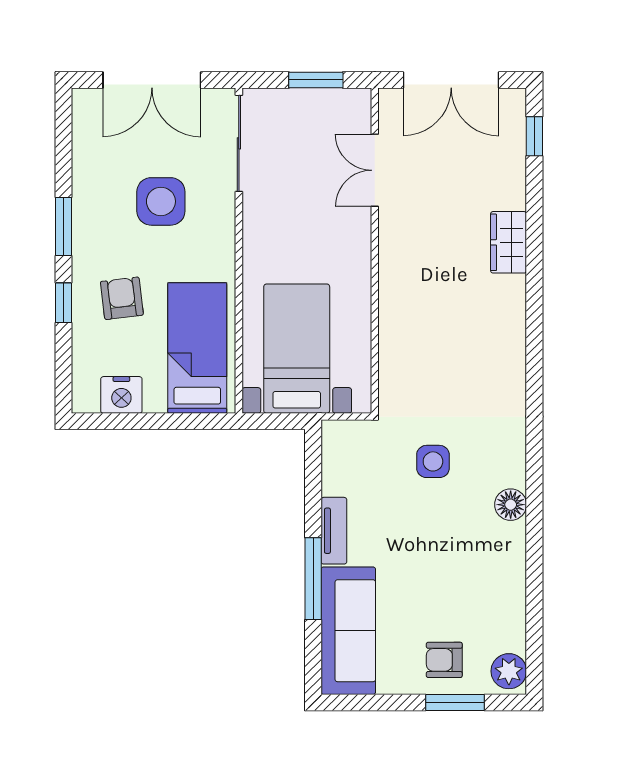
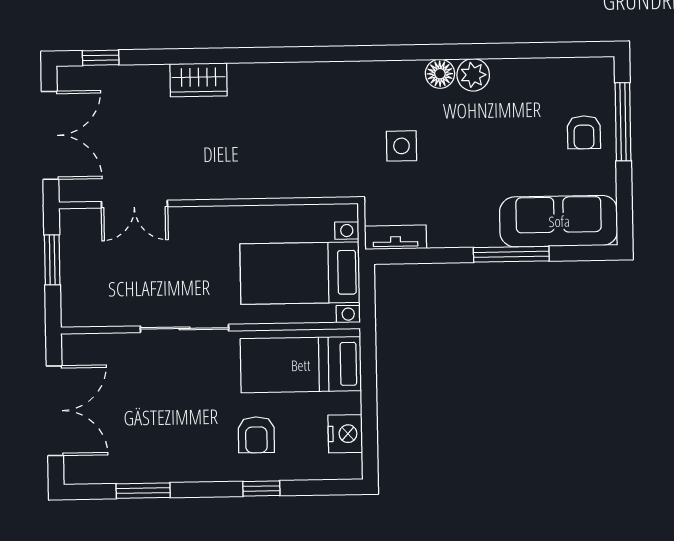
sliding door: (239, 143) -> (185, 328), moved
side table: (161, 201) -> (167, 400), removed
window: (63, 226) -> (143, 491), moved
armchair: (122, 298) -> (256, 435), turned -83
tv unit: (334, 531) -> (395, 237), moved
plant: (509, 671) -> (473, 75), moved
window: (455, 703) -> (623, 122), width x1.44

